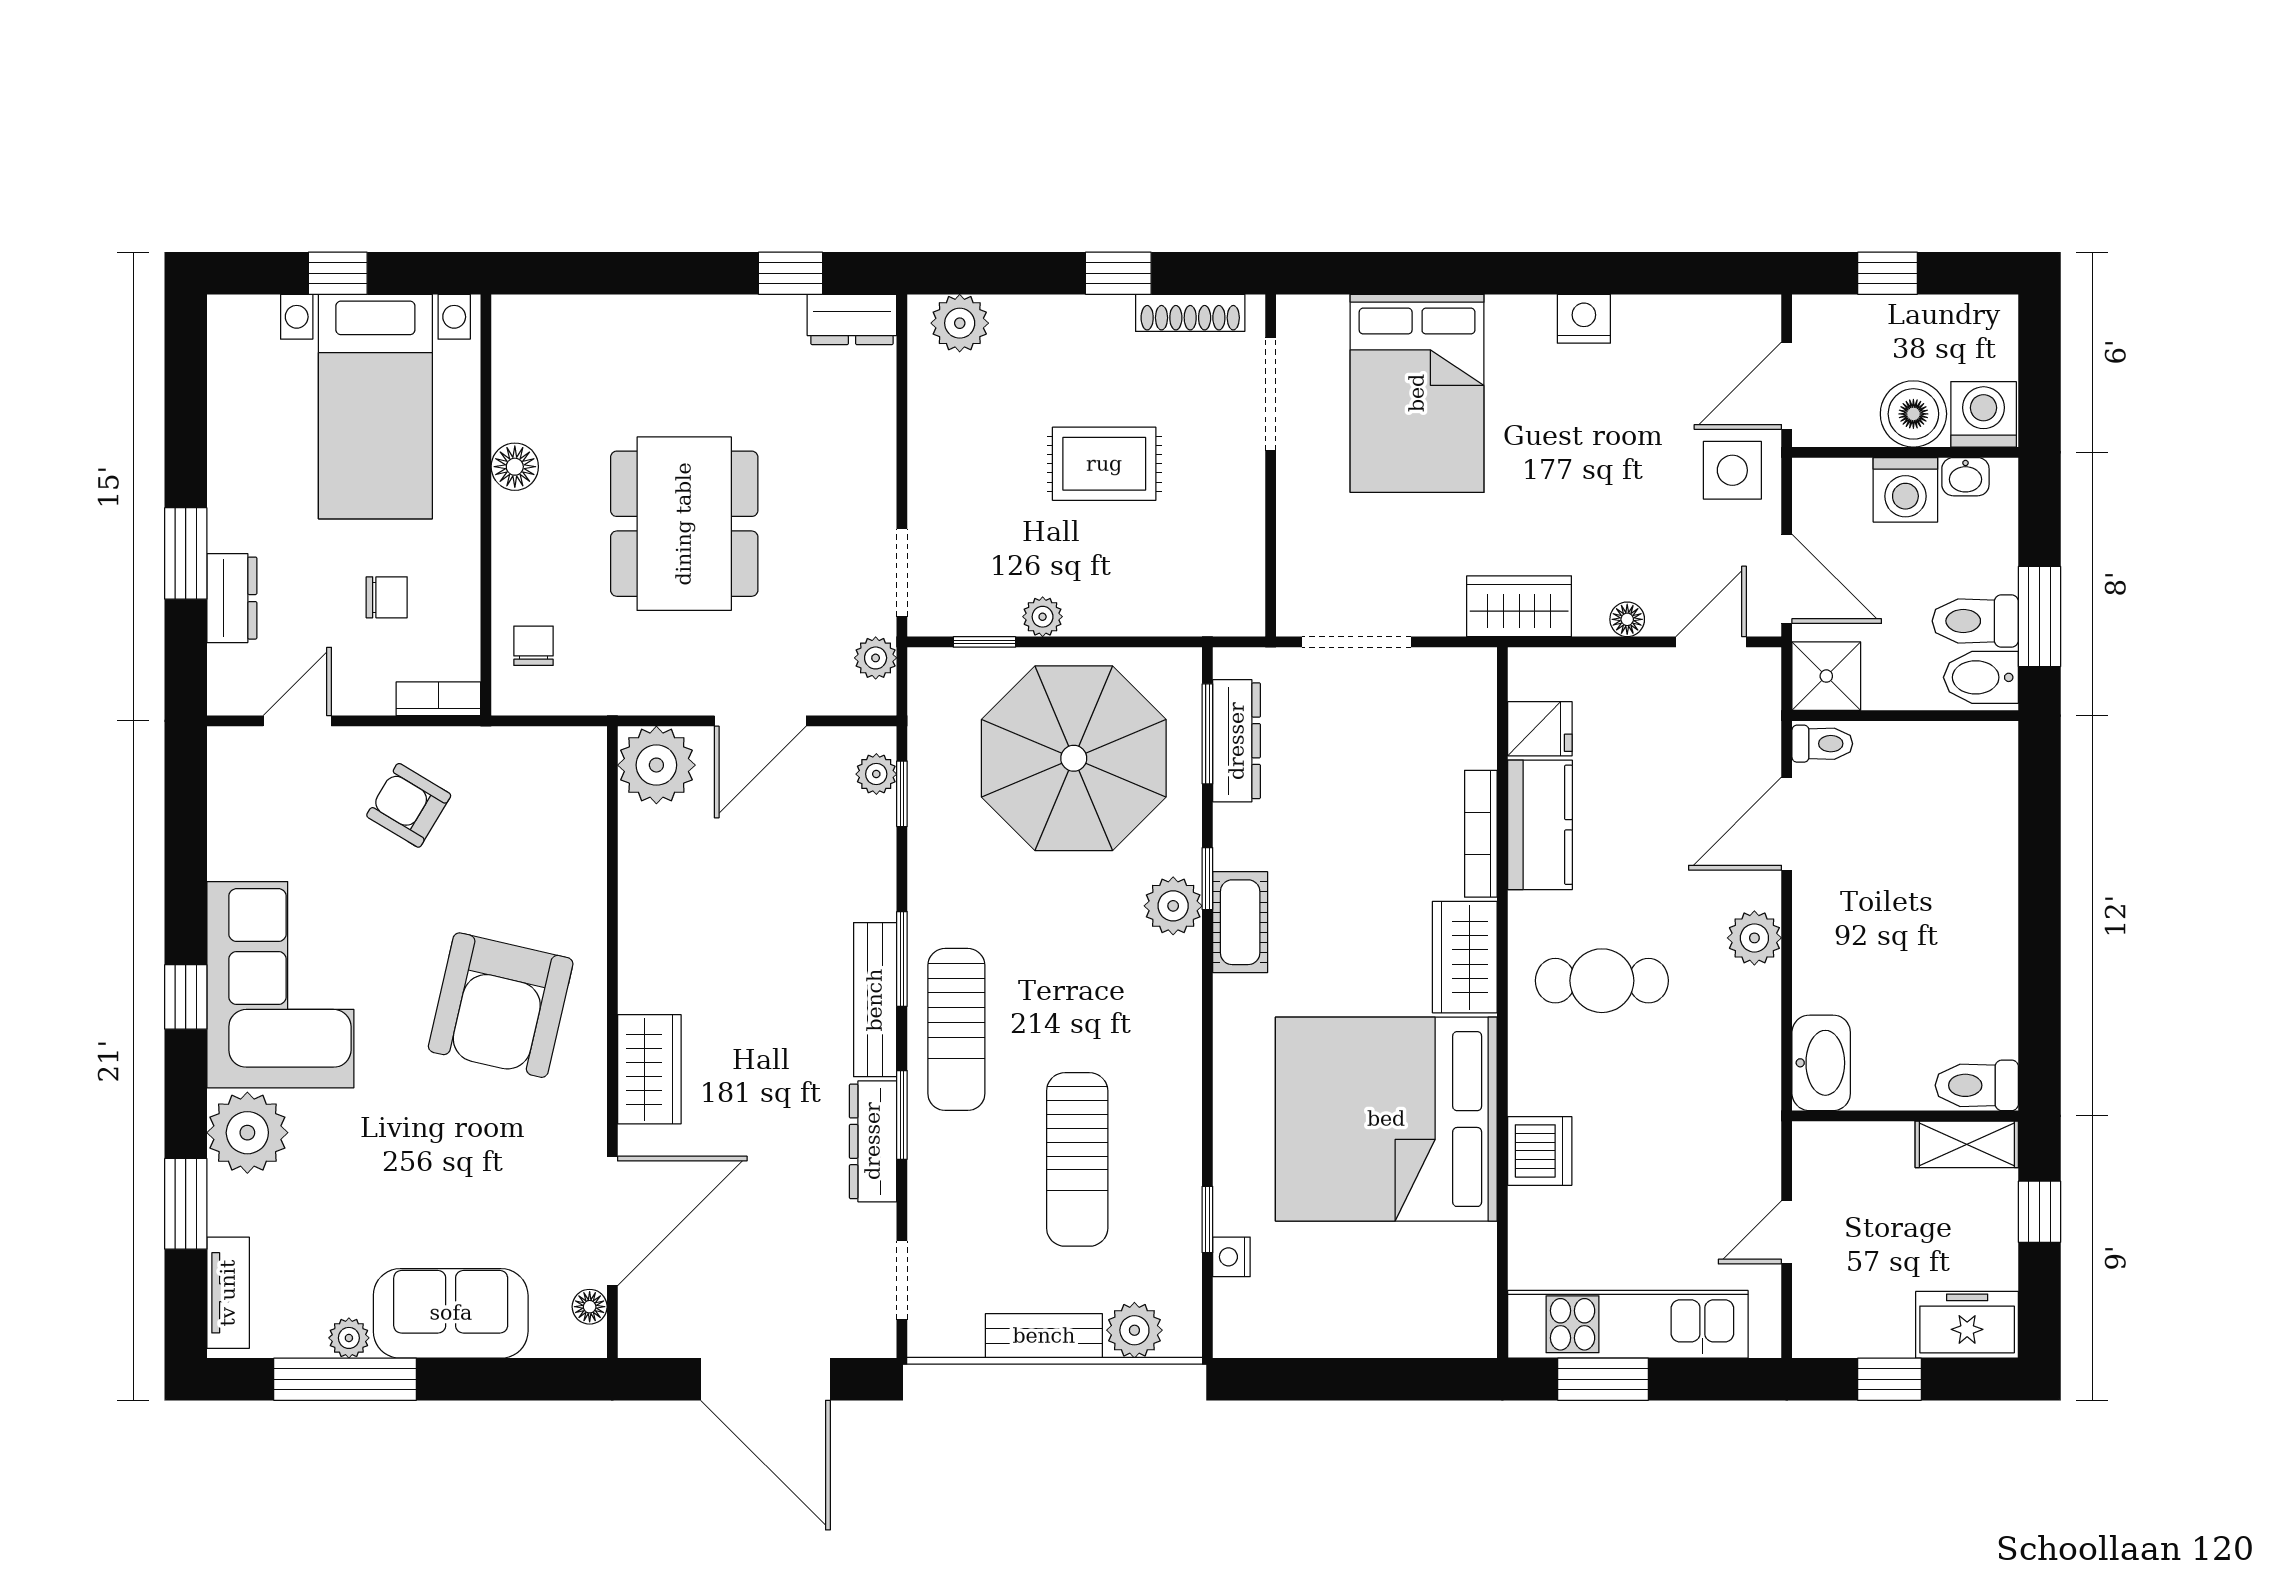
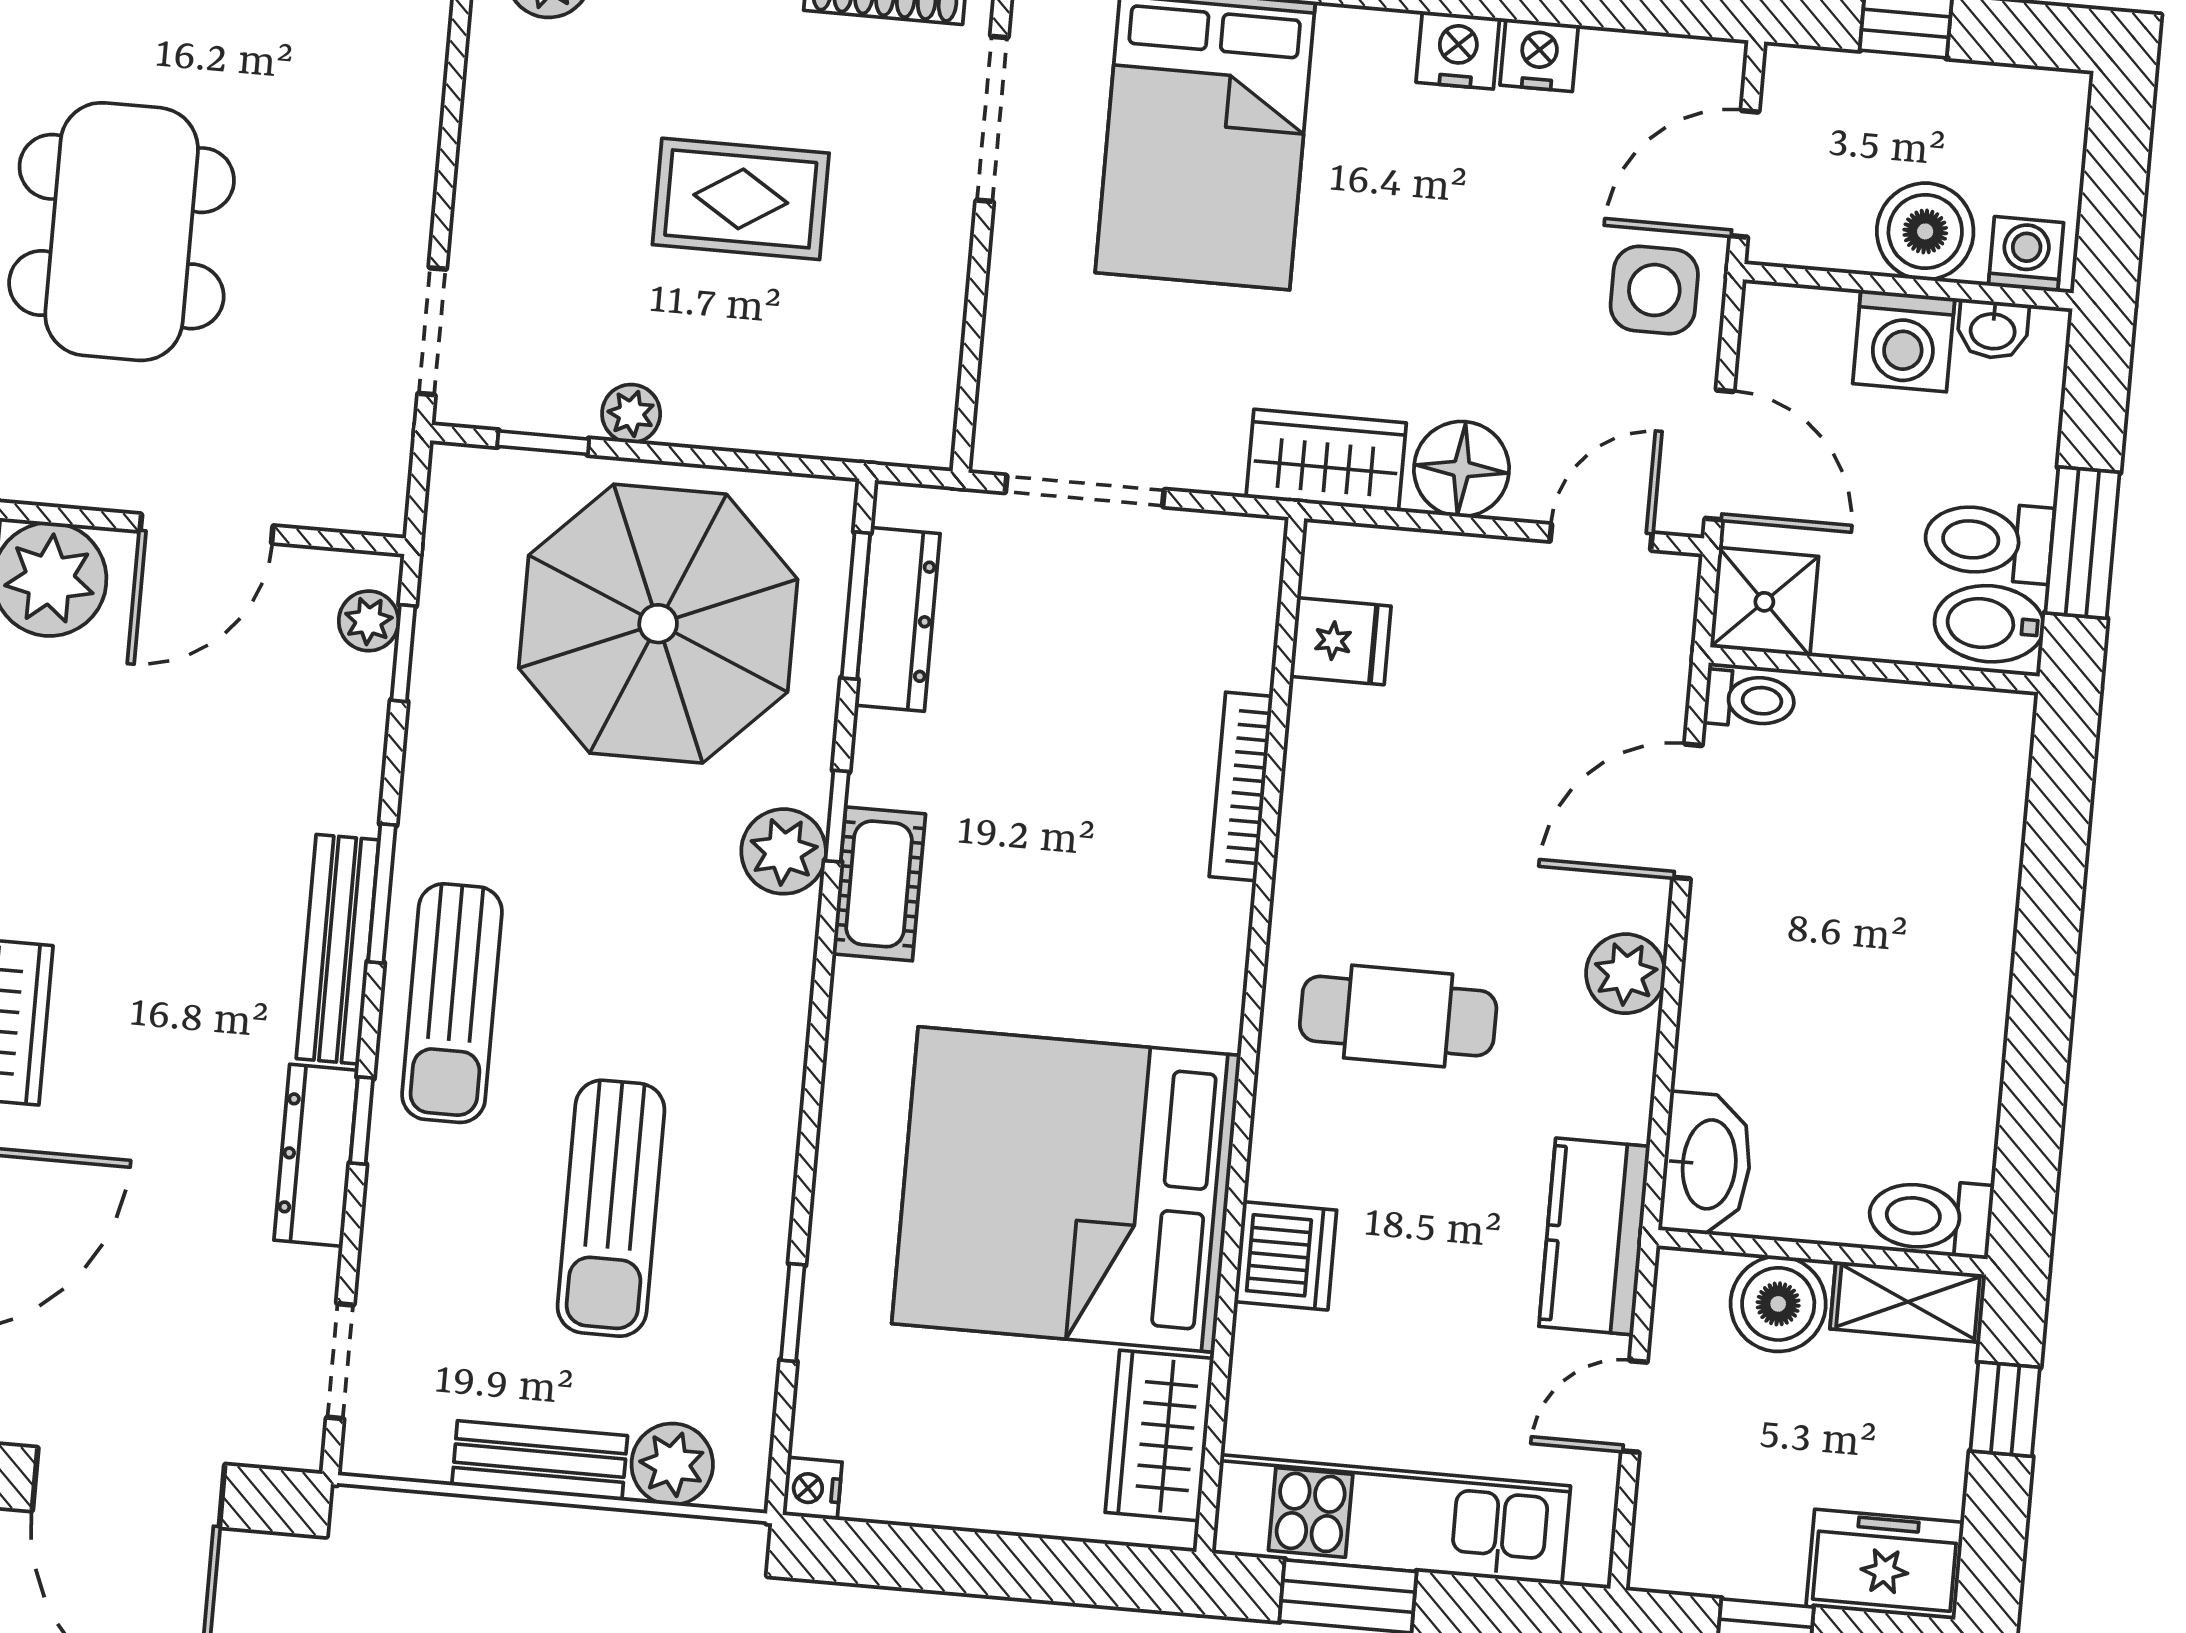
nightstand: (1640, 317) -> (1539, 55), added
washing machine: (1984, 414) -> (2026, 254), width x0.73, depth x0.73
floor lamp: (1627, 619) -> (1462, 469), width x1.89, depth x1.89
plant: (876, 658) -> (383, 452), removed
kitchen counter: (1540, 825) -> (1594, 1236), moved, turned 180
wardrobe: (1465, 957) -> (1159, 1435), moved
window: (902, 1115) -> (362, 1121), width x0.67
boiler: (1878, 1154) -> (1778, 1304), added
nightstand: (1231, 1257) -> (812, 1489), moved

